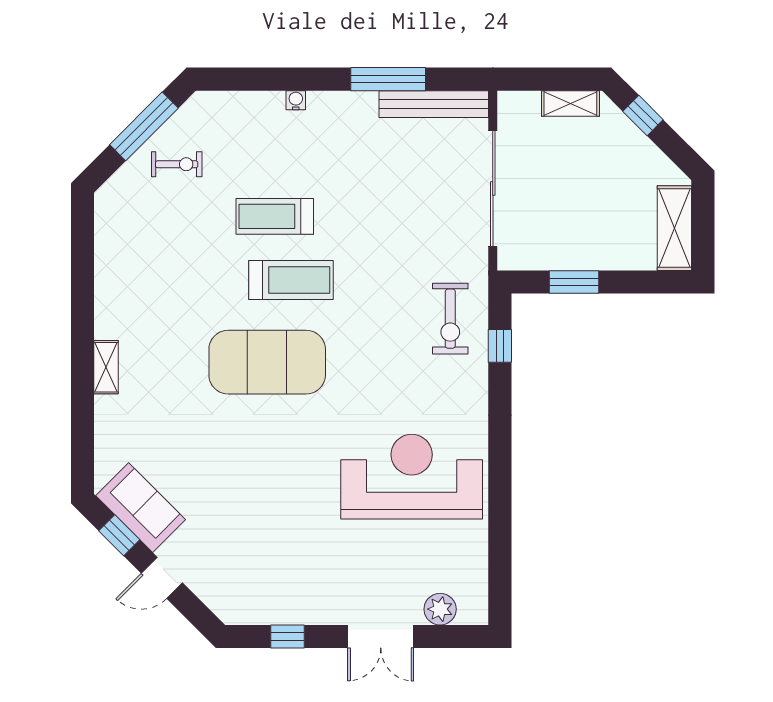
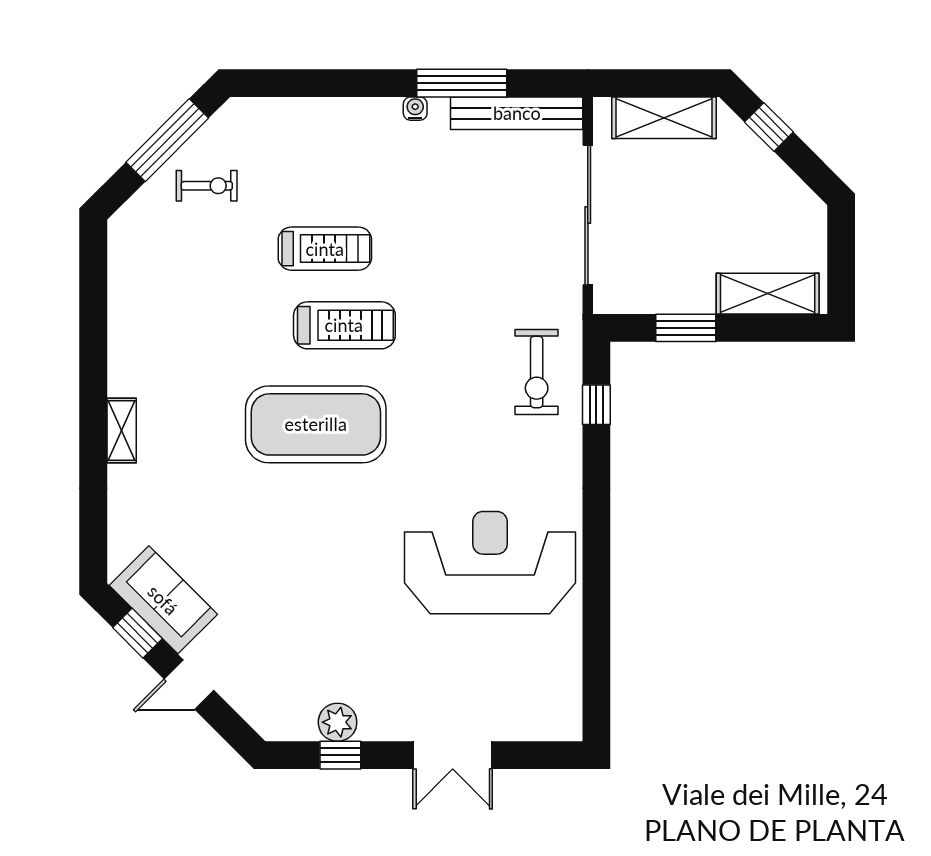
water cooler: (296, 100) -> (415, 109), moved
shelving: (570, 103) -> (664, 118), width x1.50, depth x1.33
treadmill: (275, 216) -> (325, 249), turned 180
shelving: (674, 228) -> (768, 294), moved, turned 90
plant: (440, 609) -> (338, 722), moved

